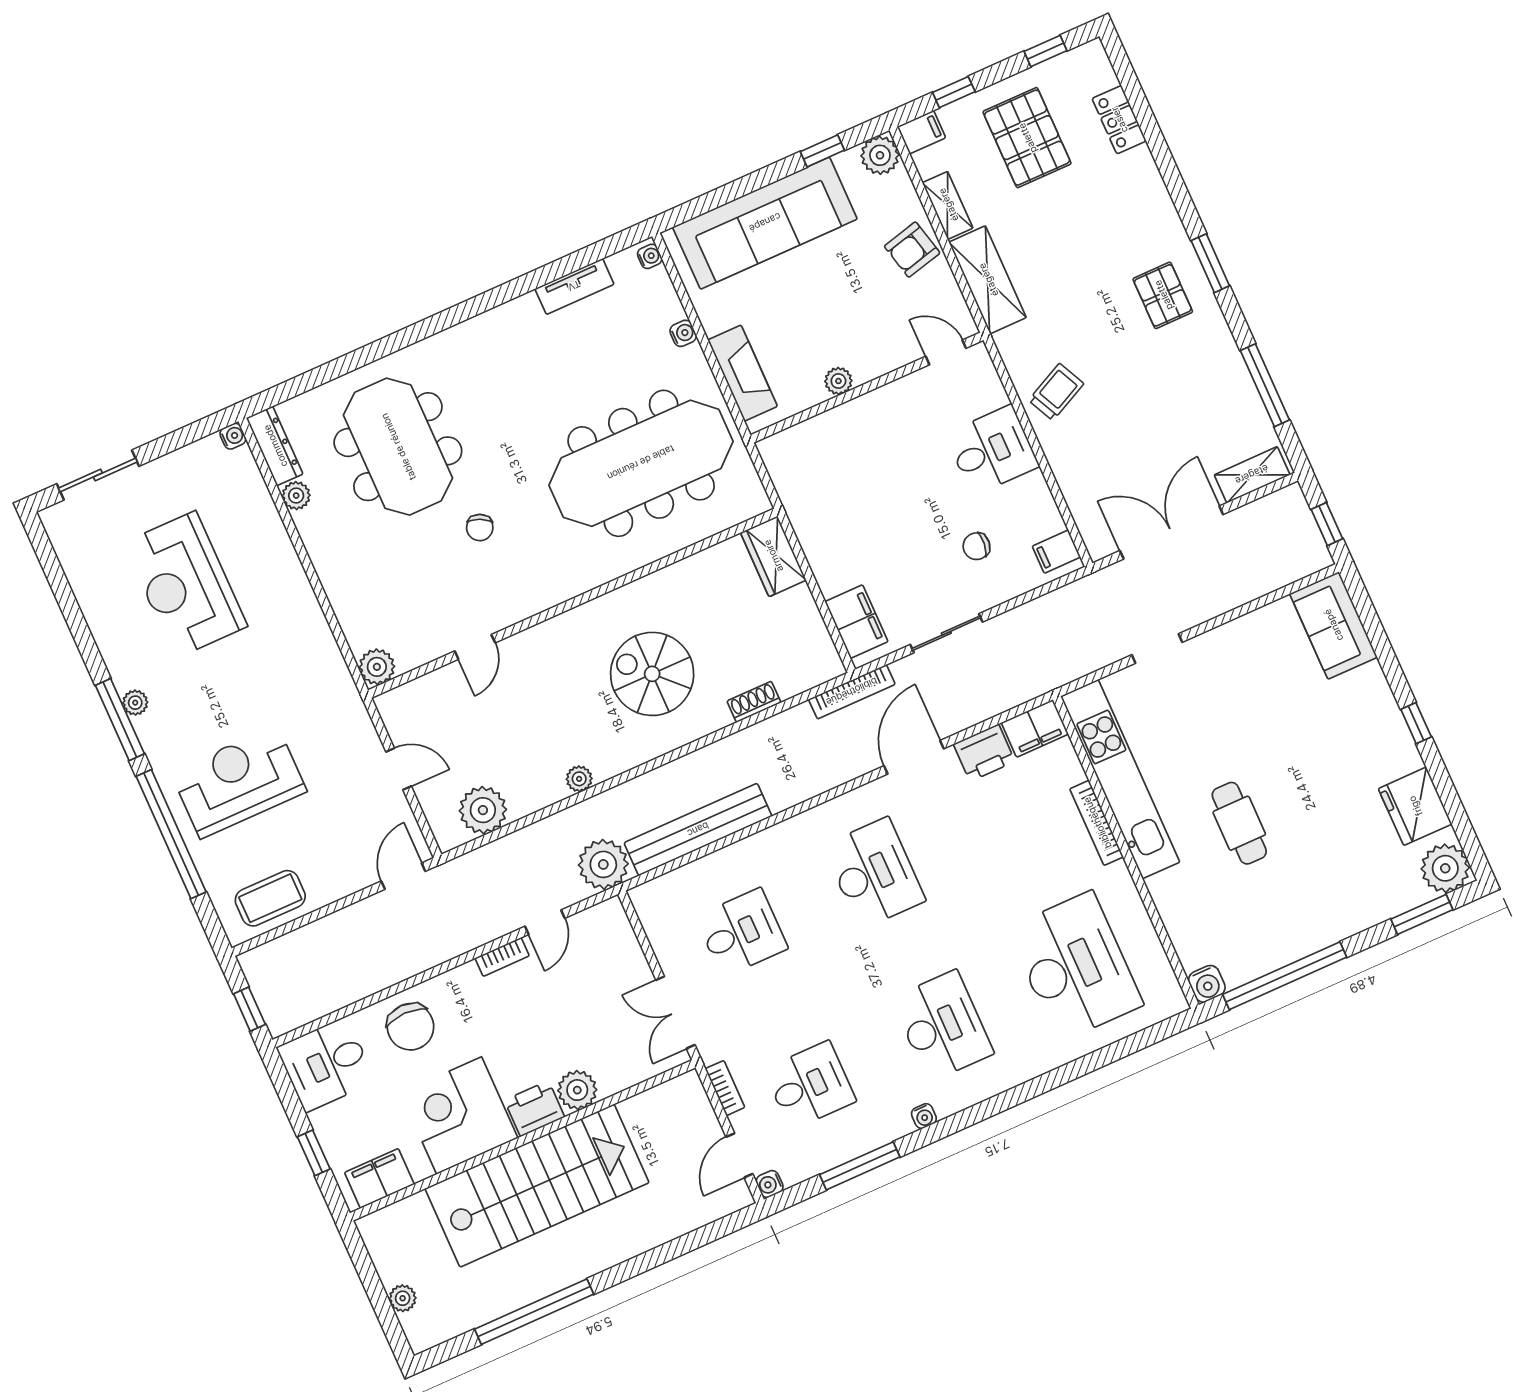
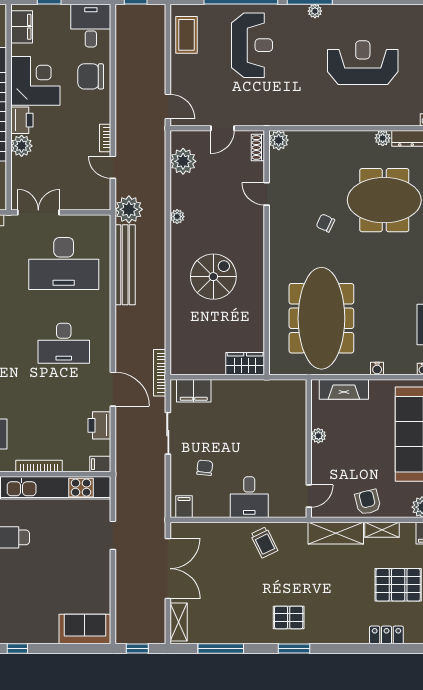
shoe rack: (754, 702) -> (258, 148), moved, turned 180
filing cabinet: (1035, 728) -> (100, 464), width x0.50
desk: (741, 933) -> (64, 263), width x1.87, depth x1.30

